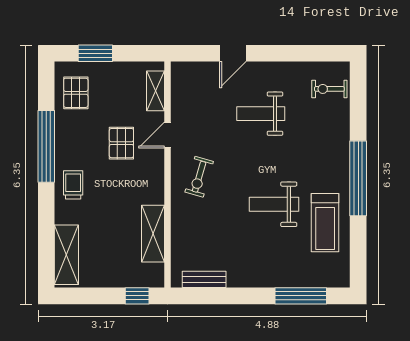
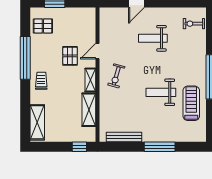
shelving: (156, 91) -> (90, 80), moved
pallet: (76, 93) -> (43, 26), turned 90
treadmill: (325, 223) -> (191, 103), turned 180
bench: (204, 279) -> (124, 137), width x1.36
window: (301, 296) -> (160, 147), moved

